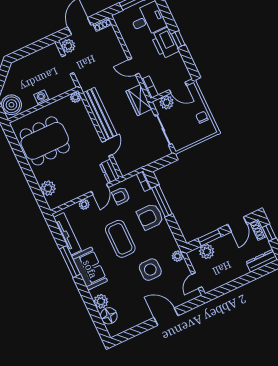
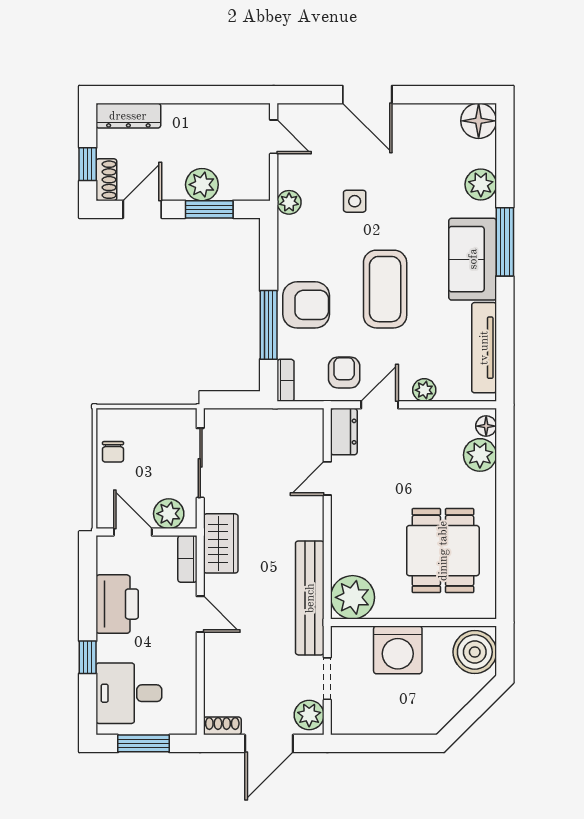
window: (178, 39) -> (88, 657), moved
printer: (165, 43) -> (117, 604), moved
washing machine: (42, 97) -> (398, 650), width x1.89, depth x1.89
plant: (76, 97) -> (353, 597), width x1.87, depth x1.87
bench: (100, 114) -> (310, 598), moved
dining table: (45, 141) -> (443, 551), width x0.73
armchair: (121, 196) -> (344, 372), turned -90
floor lamp: (51, 201) -> (486, 426), added
plant: (207, 252) -> (202, 185), moved
window: (70, 262) -> (505, 242), moved
side table: (150, 270) -> (355, 201), width x0.54, depth x0.54
door: (197, 281) -> (274, 137), hinge flipped
floor lamp: (109, 316) -> (479, 121), moved

